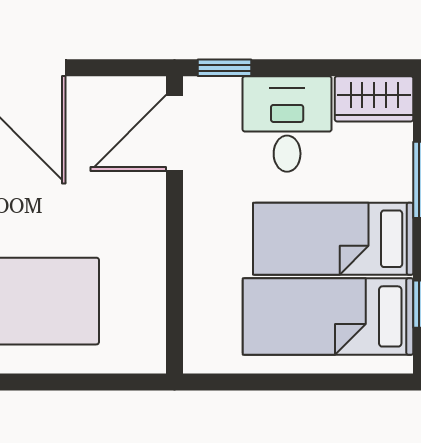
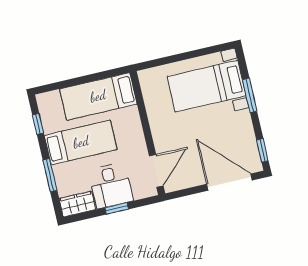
window: (224, 68) -> (117, 208), moved
bed: (328, 316) -> (98, 96), moved, turned 180

